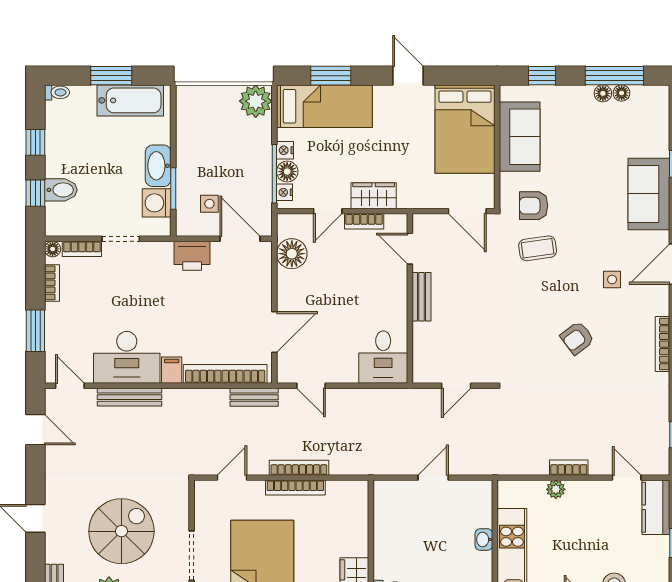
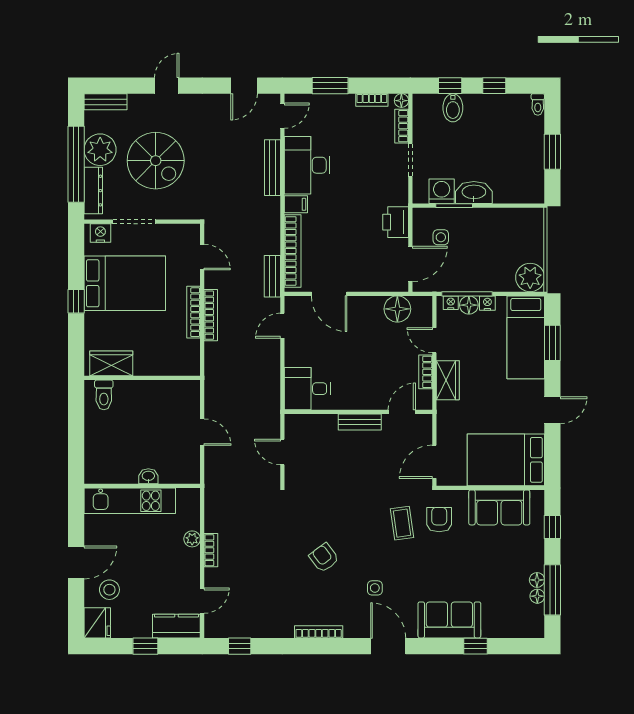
bathtub: (130, 100) -> (531, 168), removed

